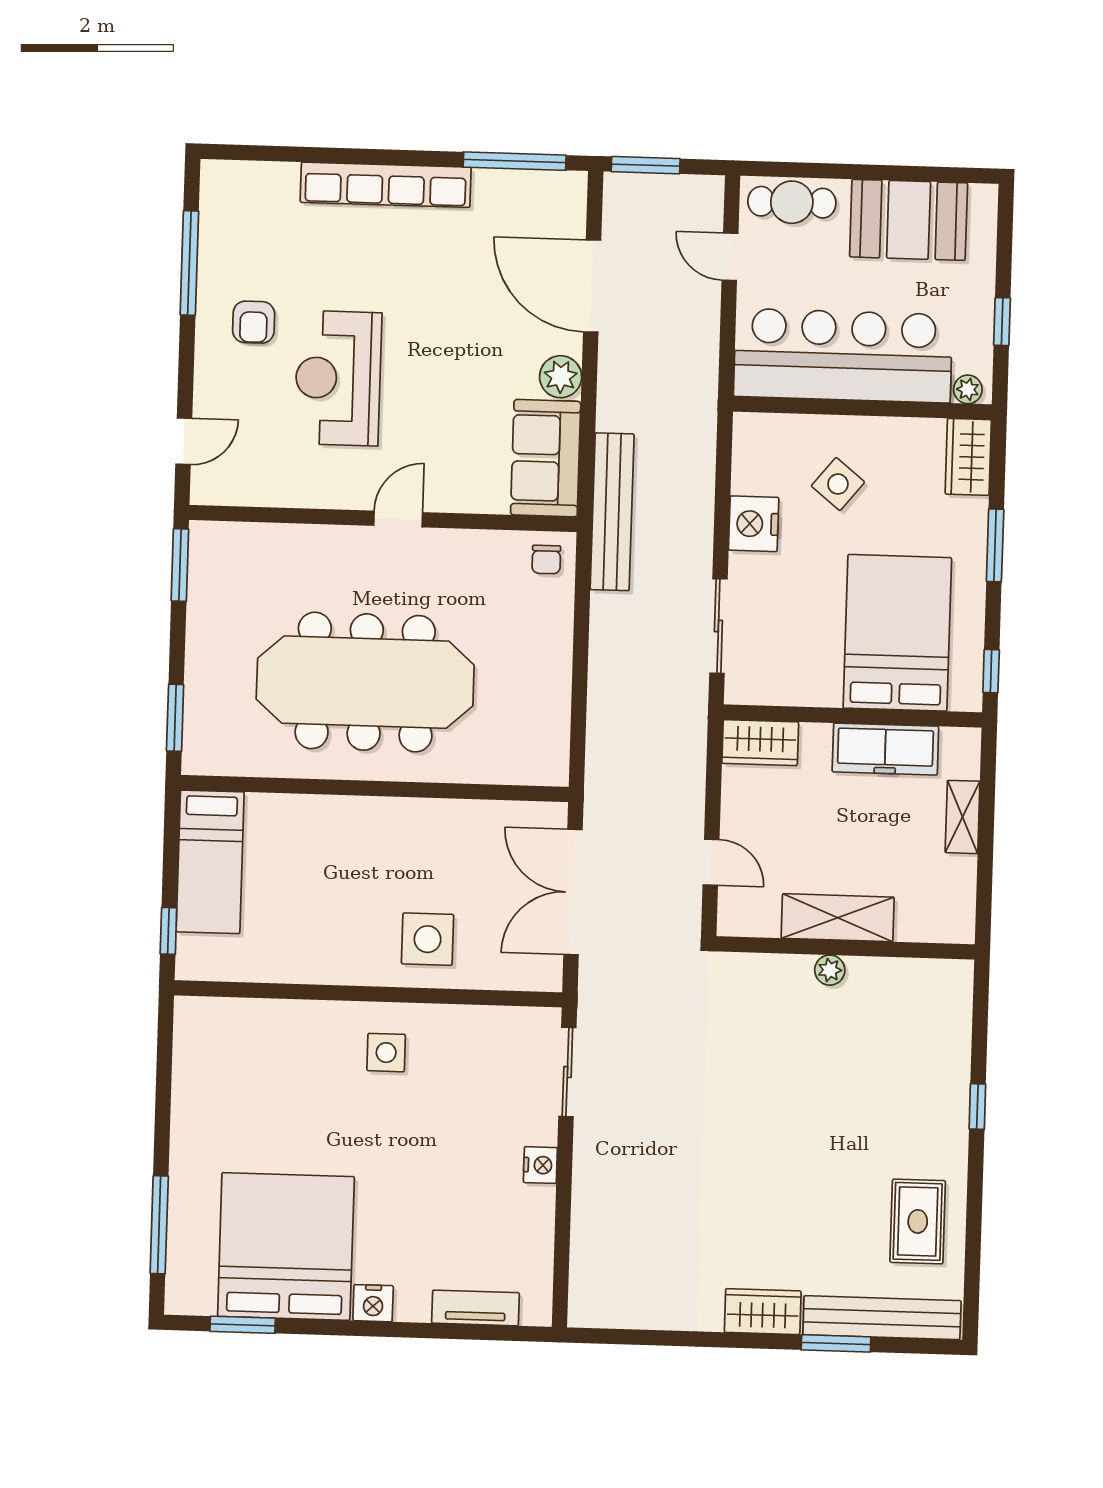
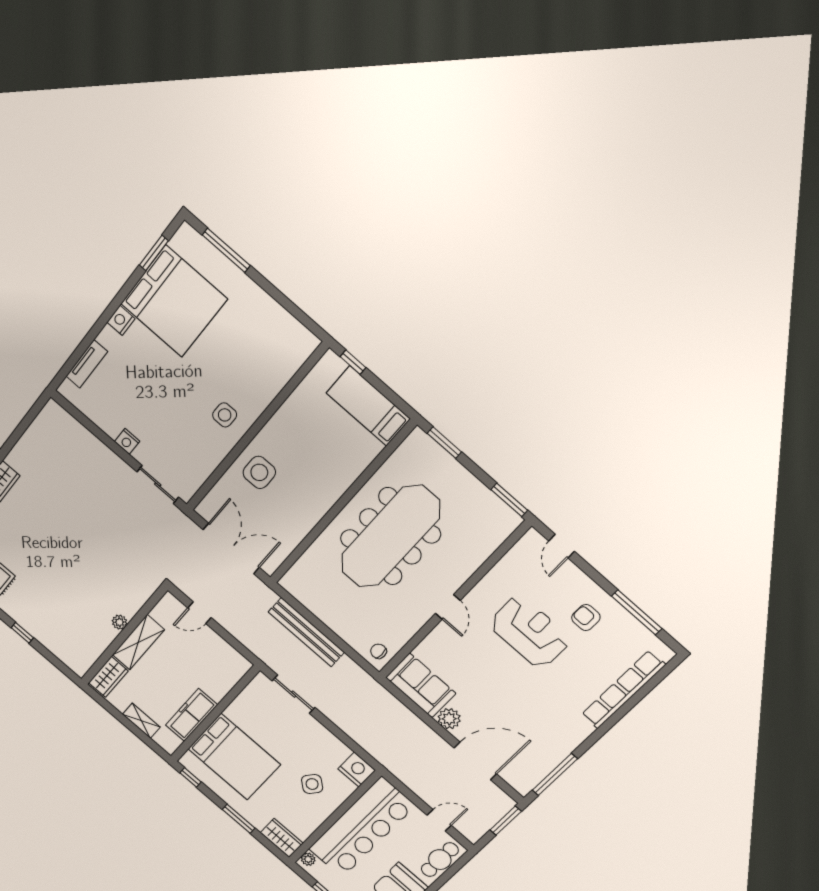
row of seats: (386, 185) -> (623, 690), moved
bench: (612, 512) -> (306, 632), moved
nightstand: (754, 524) -> (357, 770), moved
wardrobe: (760, 743) -> (108, 677), moved, turned 180

